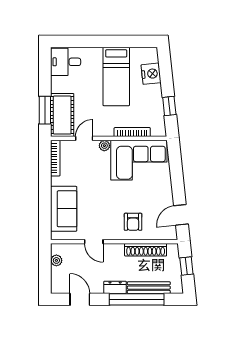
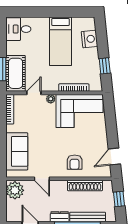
plant: (56, 260) -> (15, 190), width x1.87, depth x1.87

